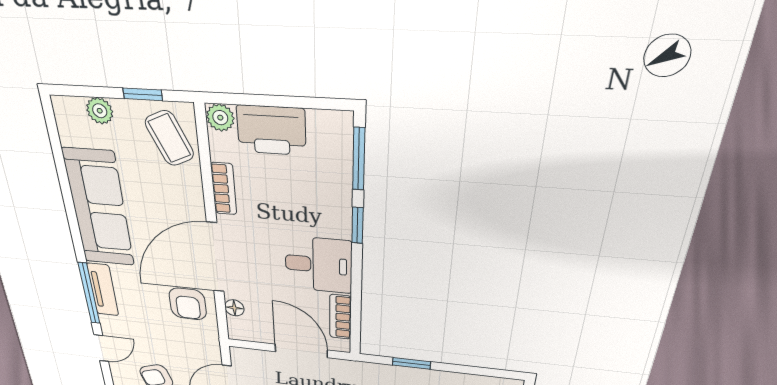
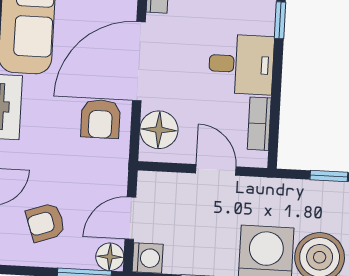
floor lamp: (234, 308) -> (159, 130), width x1.89, depth x1.89
door: (301, 351) -> (216, 170), width x0.73

